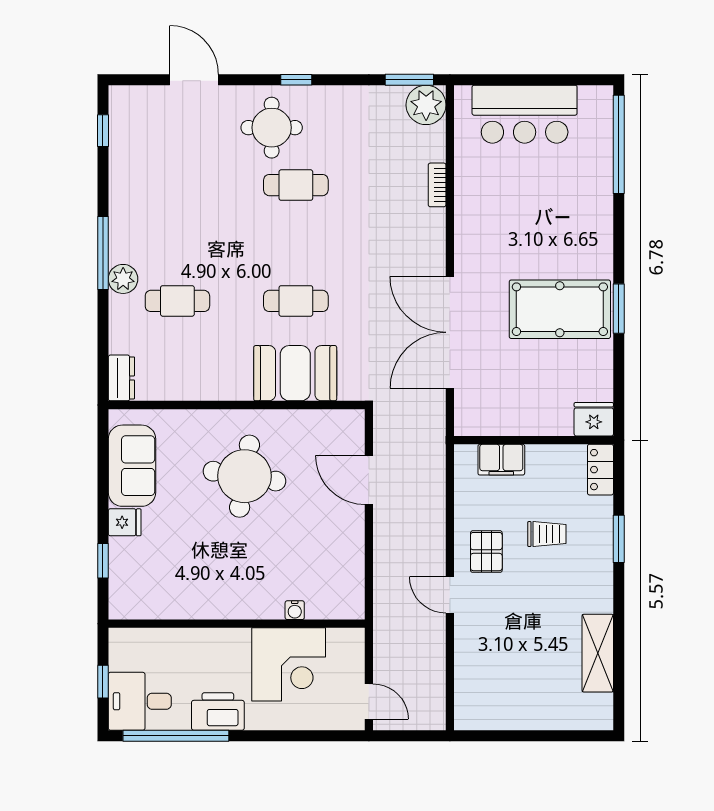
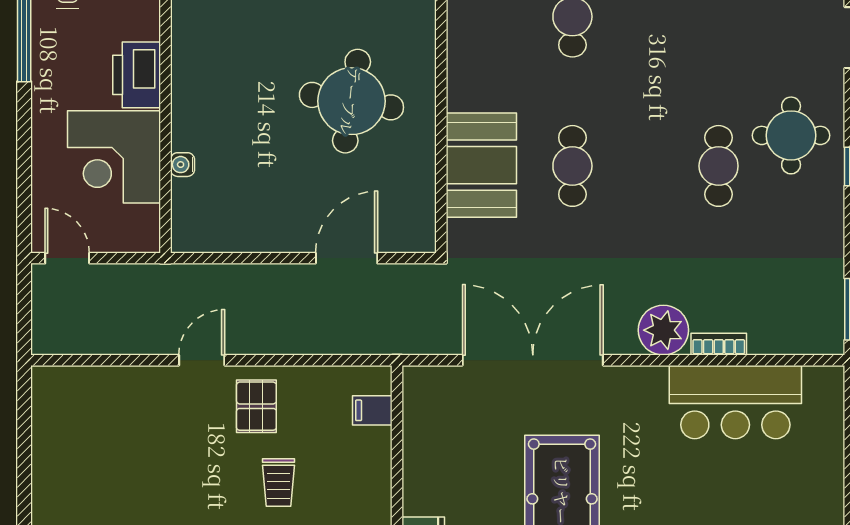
plant: (426, 105) -> (663, 330), moved
bar counter: (525, 114) -> (735, 402), moved, turned -90
filing cabinet: (501, 460) -> (372, 410), width x0.50
pallet: (486, 552) -> (256, 406), turned 90
door: (369, 702) -> (67, 258), swing flipped
printer: (218, 712) -> (137, 75), moved, turned 180

